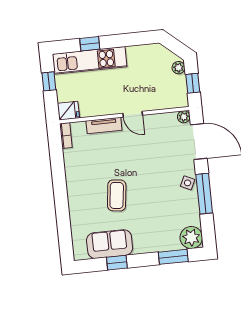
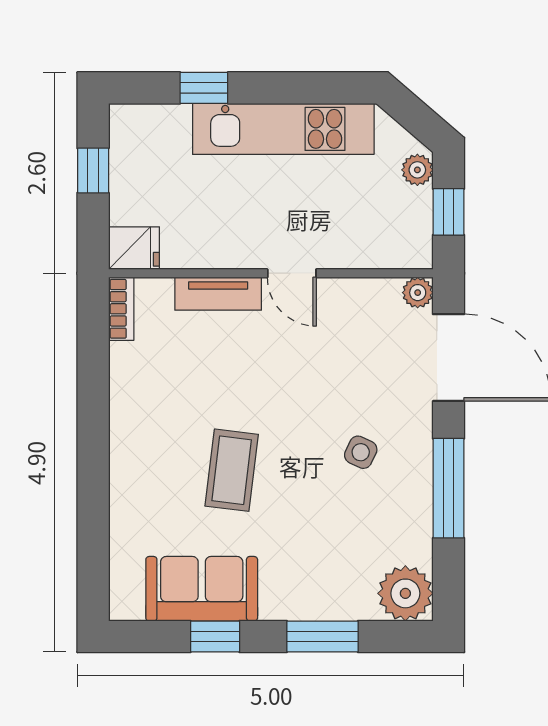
kitchen unit: (90, 60) -> (283, 129), moved
side table: (188, 183) -> (361, 452), moved
window: (173, 257) -> (322, 637), moved

